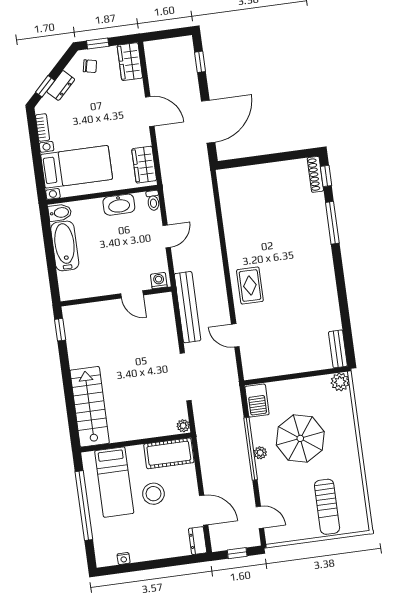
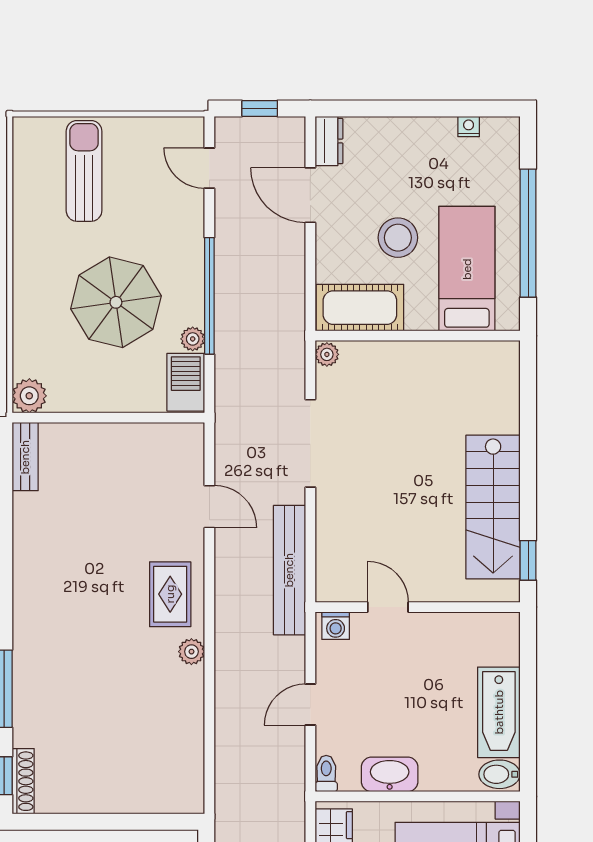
plant: (234, 256) -> (191, 652), added
stairs: (90, 407) -> (493, 507), moved
plant: (260, 453) -> (193, 339), moved

